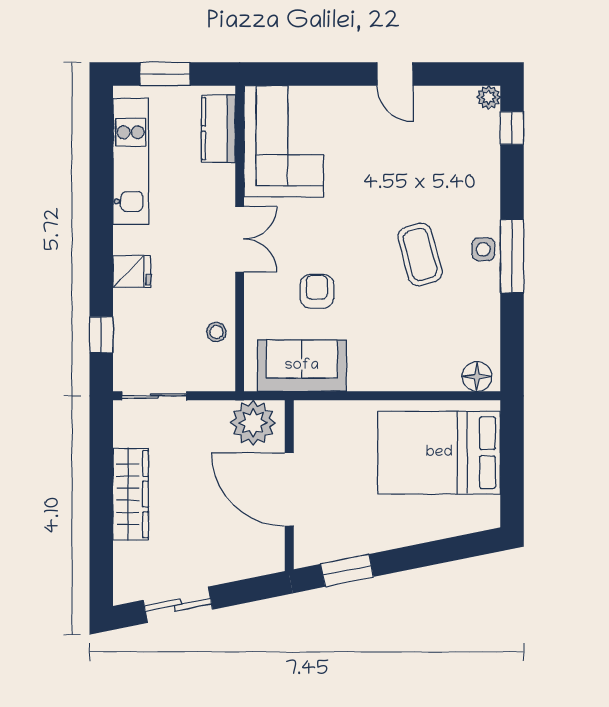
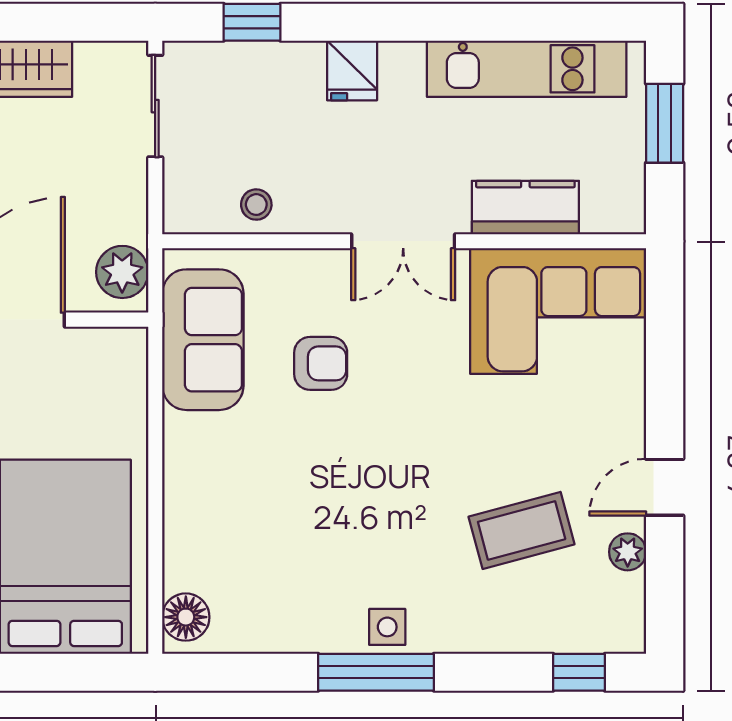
plant: (489, 97) -> (628, 552), moved
kitchen counter: (218, 129) -> (525, 208), moved
coffee table: (420, 254) -> (522, 530), moved
plant: (253, 423) -> (122, 272), width x0.73, depth x0.73

